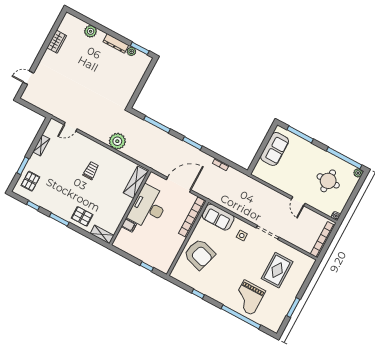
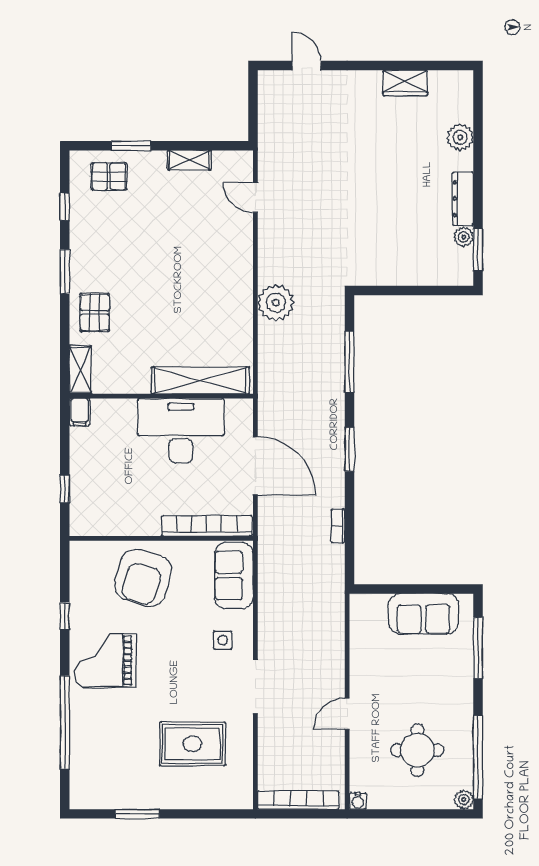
trolley: (91, 171) -> (192, 282), removed
shelving: (136, 182) -> (200, 380), width x1.47
filing cabinet: (129, 225) -> (80, 412), moved
grand piano: (248, 298) -> (105, 660), moved

